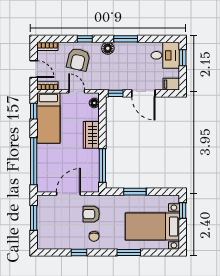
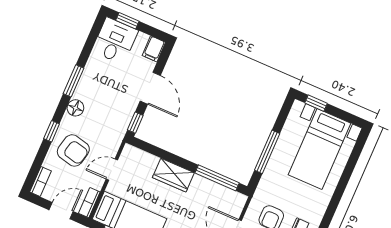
door: (143, 93) -> (150, 88), hinge flipped
floor lamp: (94, 103) -> (136, 154), removed
window: (135, 192) -> (267, 152), width x1.44
window: (129, 252) -> (339, 192), removed

